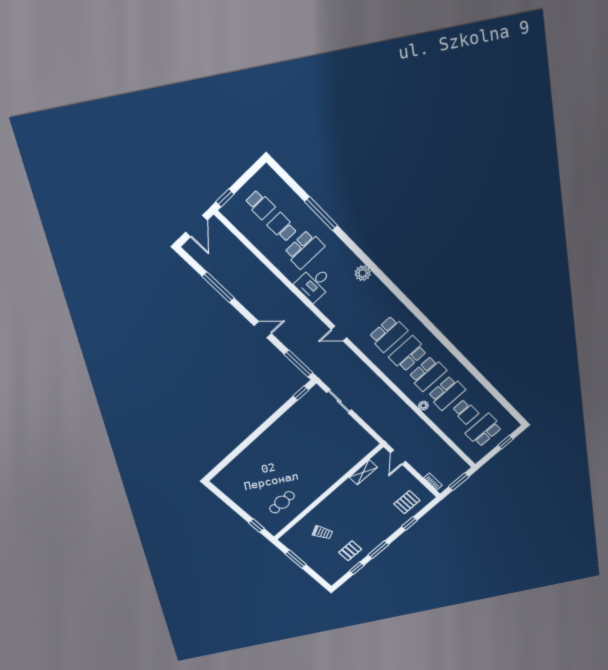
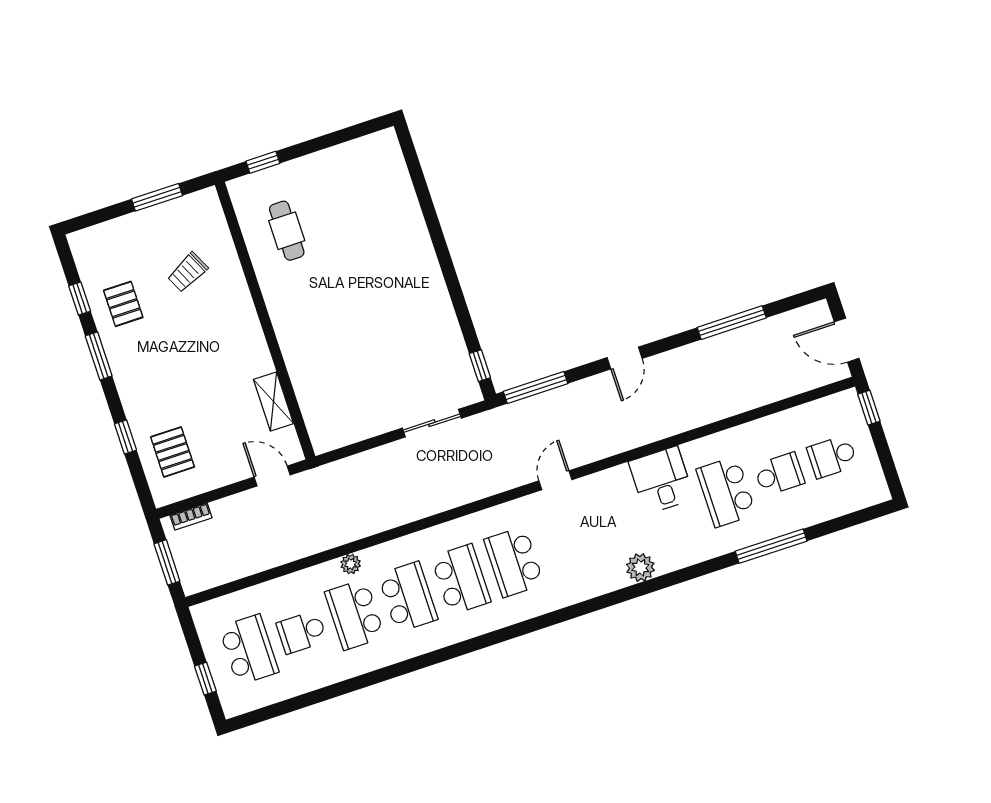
school desk: (428, 374) -> (408, 597), turned 180

